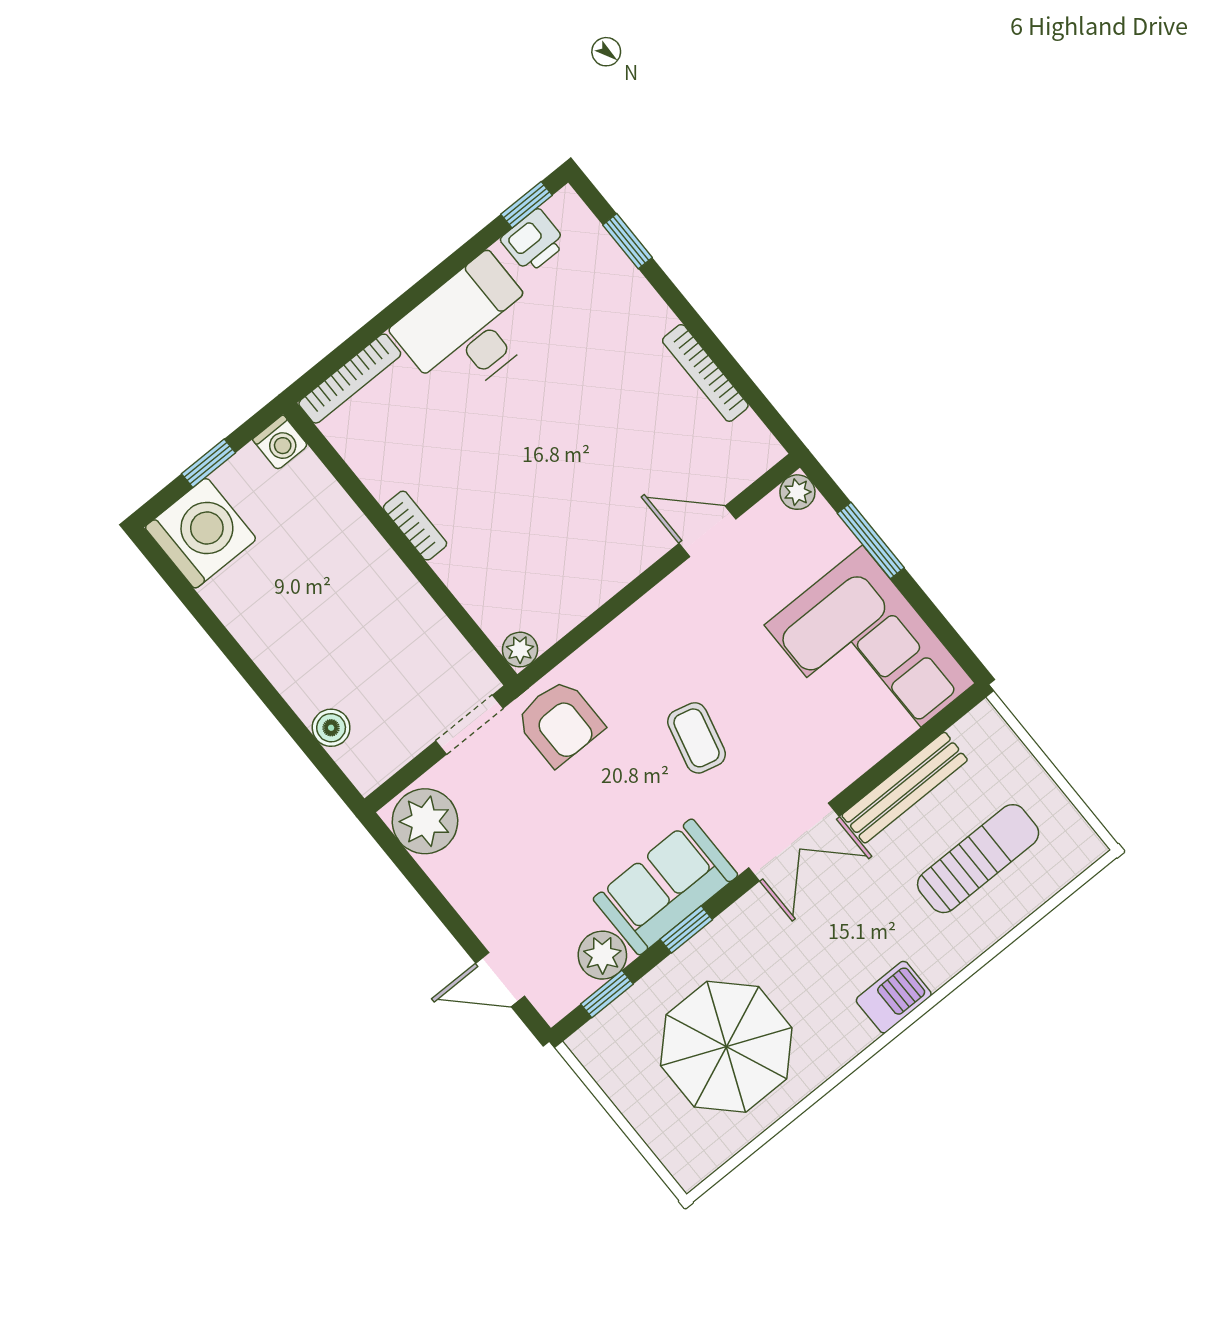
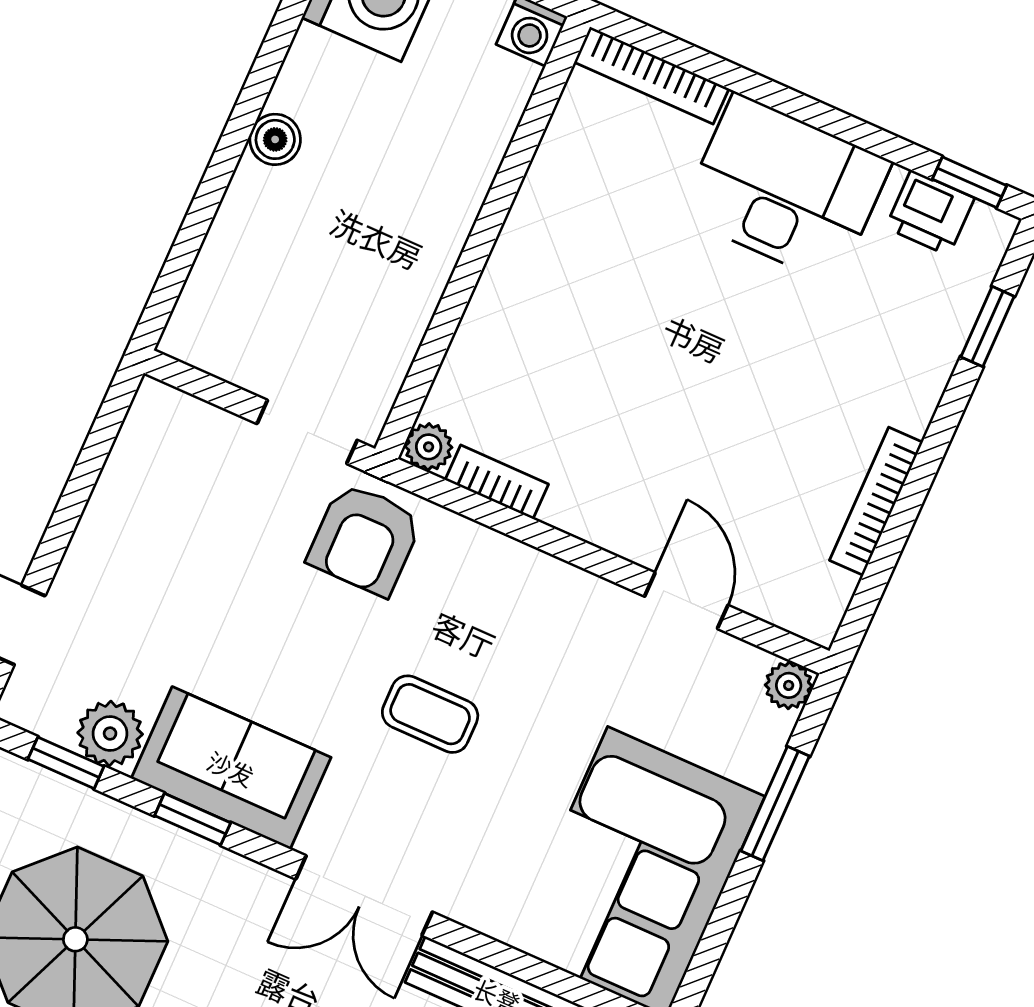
bookcase: (415, 526) -> (497, 482), moved, turned -90
boiler: (331, 728) -> (275, 139), moved
coffee table: (697, 738) -> (430, 714), turned 76
plant: (425, 821) -> (163, 437), removed

